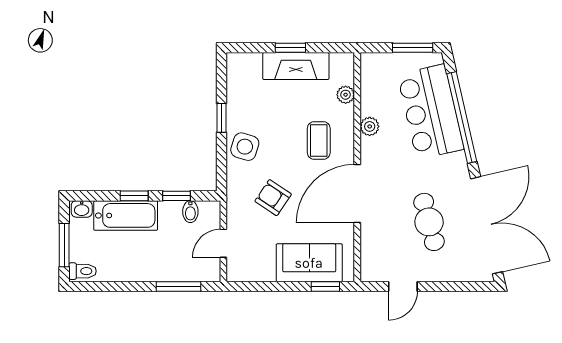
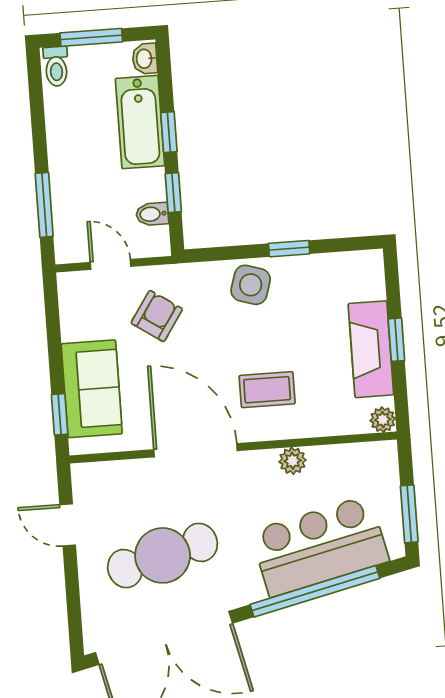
plant: (346, 95) -> (383, 420), moved
armchair: (273, 198) -> (157, 316), moved
cafe table: (429, 222) -> (163, 555), width x1.37, depth x1.35

